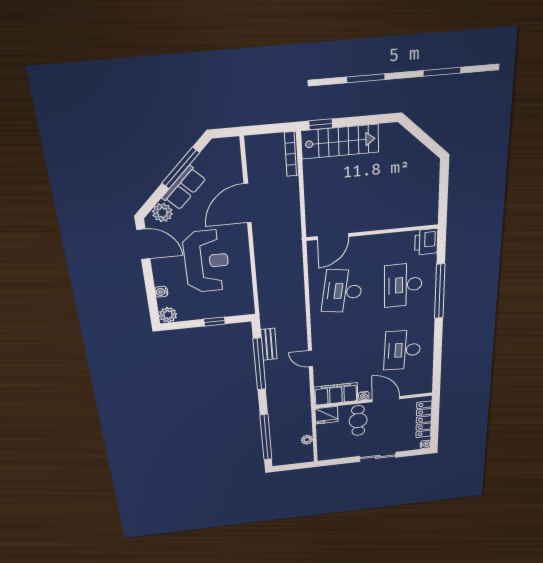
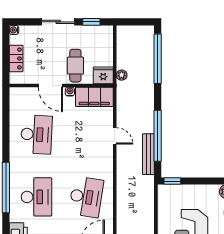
window: (214, 322) -> (172, 181), moved
bench: (269, 344) -> (148, 154), width x1.36
locker: (424, 419) -> (16, 59), width x0.66
plant: (307, 440) -> (122, 75), moved
window: (342, 461) -> (91, 22), added

